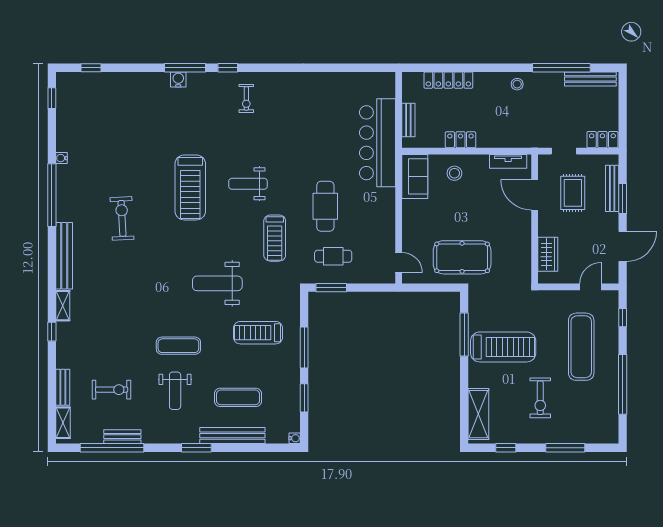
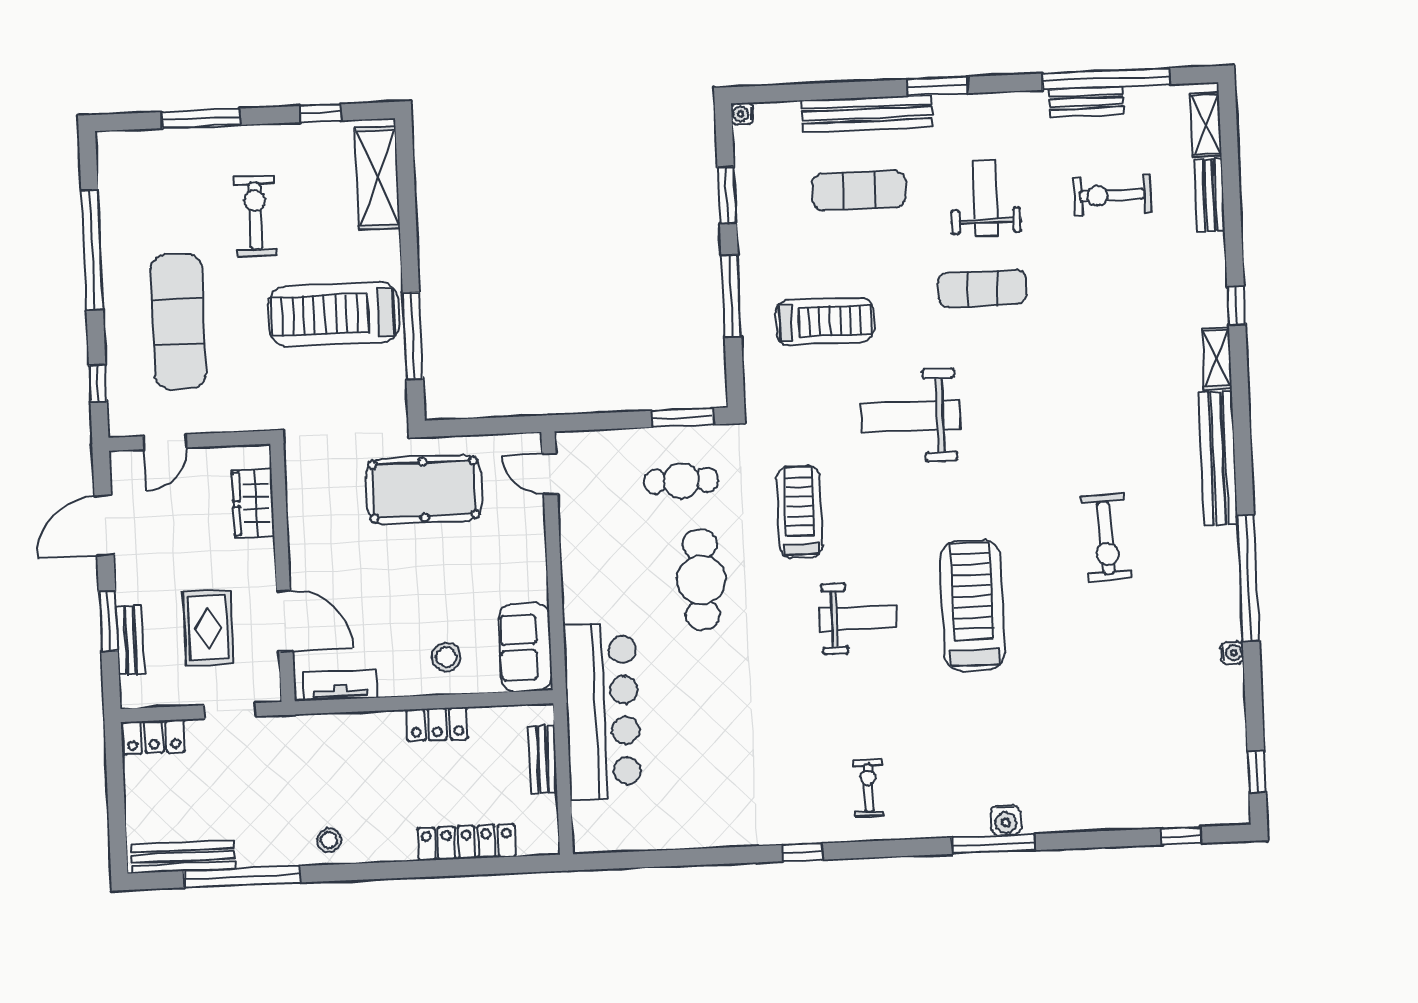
window: (228, 68) -> (802, 852), moved
bench: (612, 188) -> (130, 640), width x0.73
weight bench: (217, 283) -> (910, 416), turned 180

